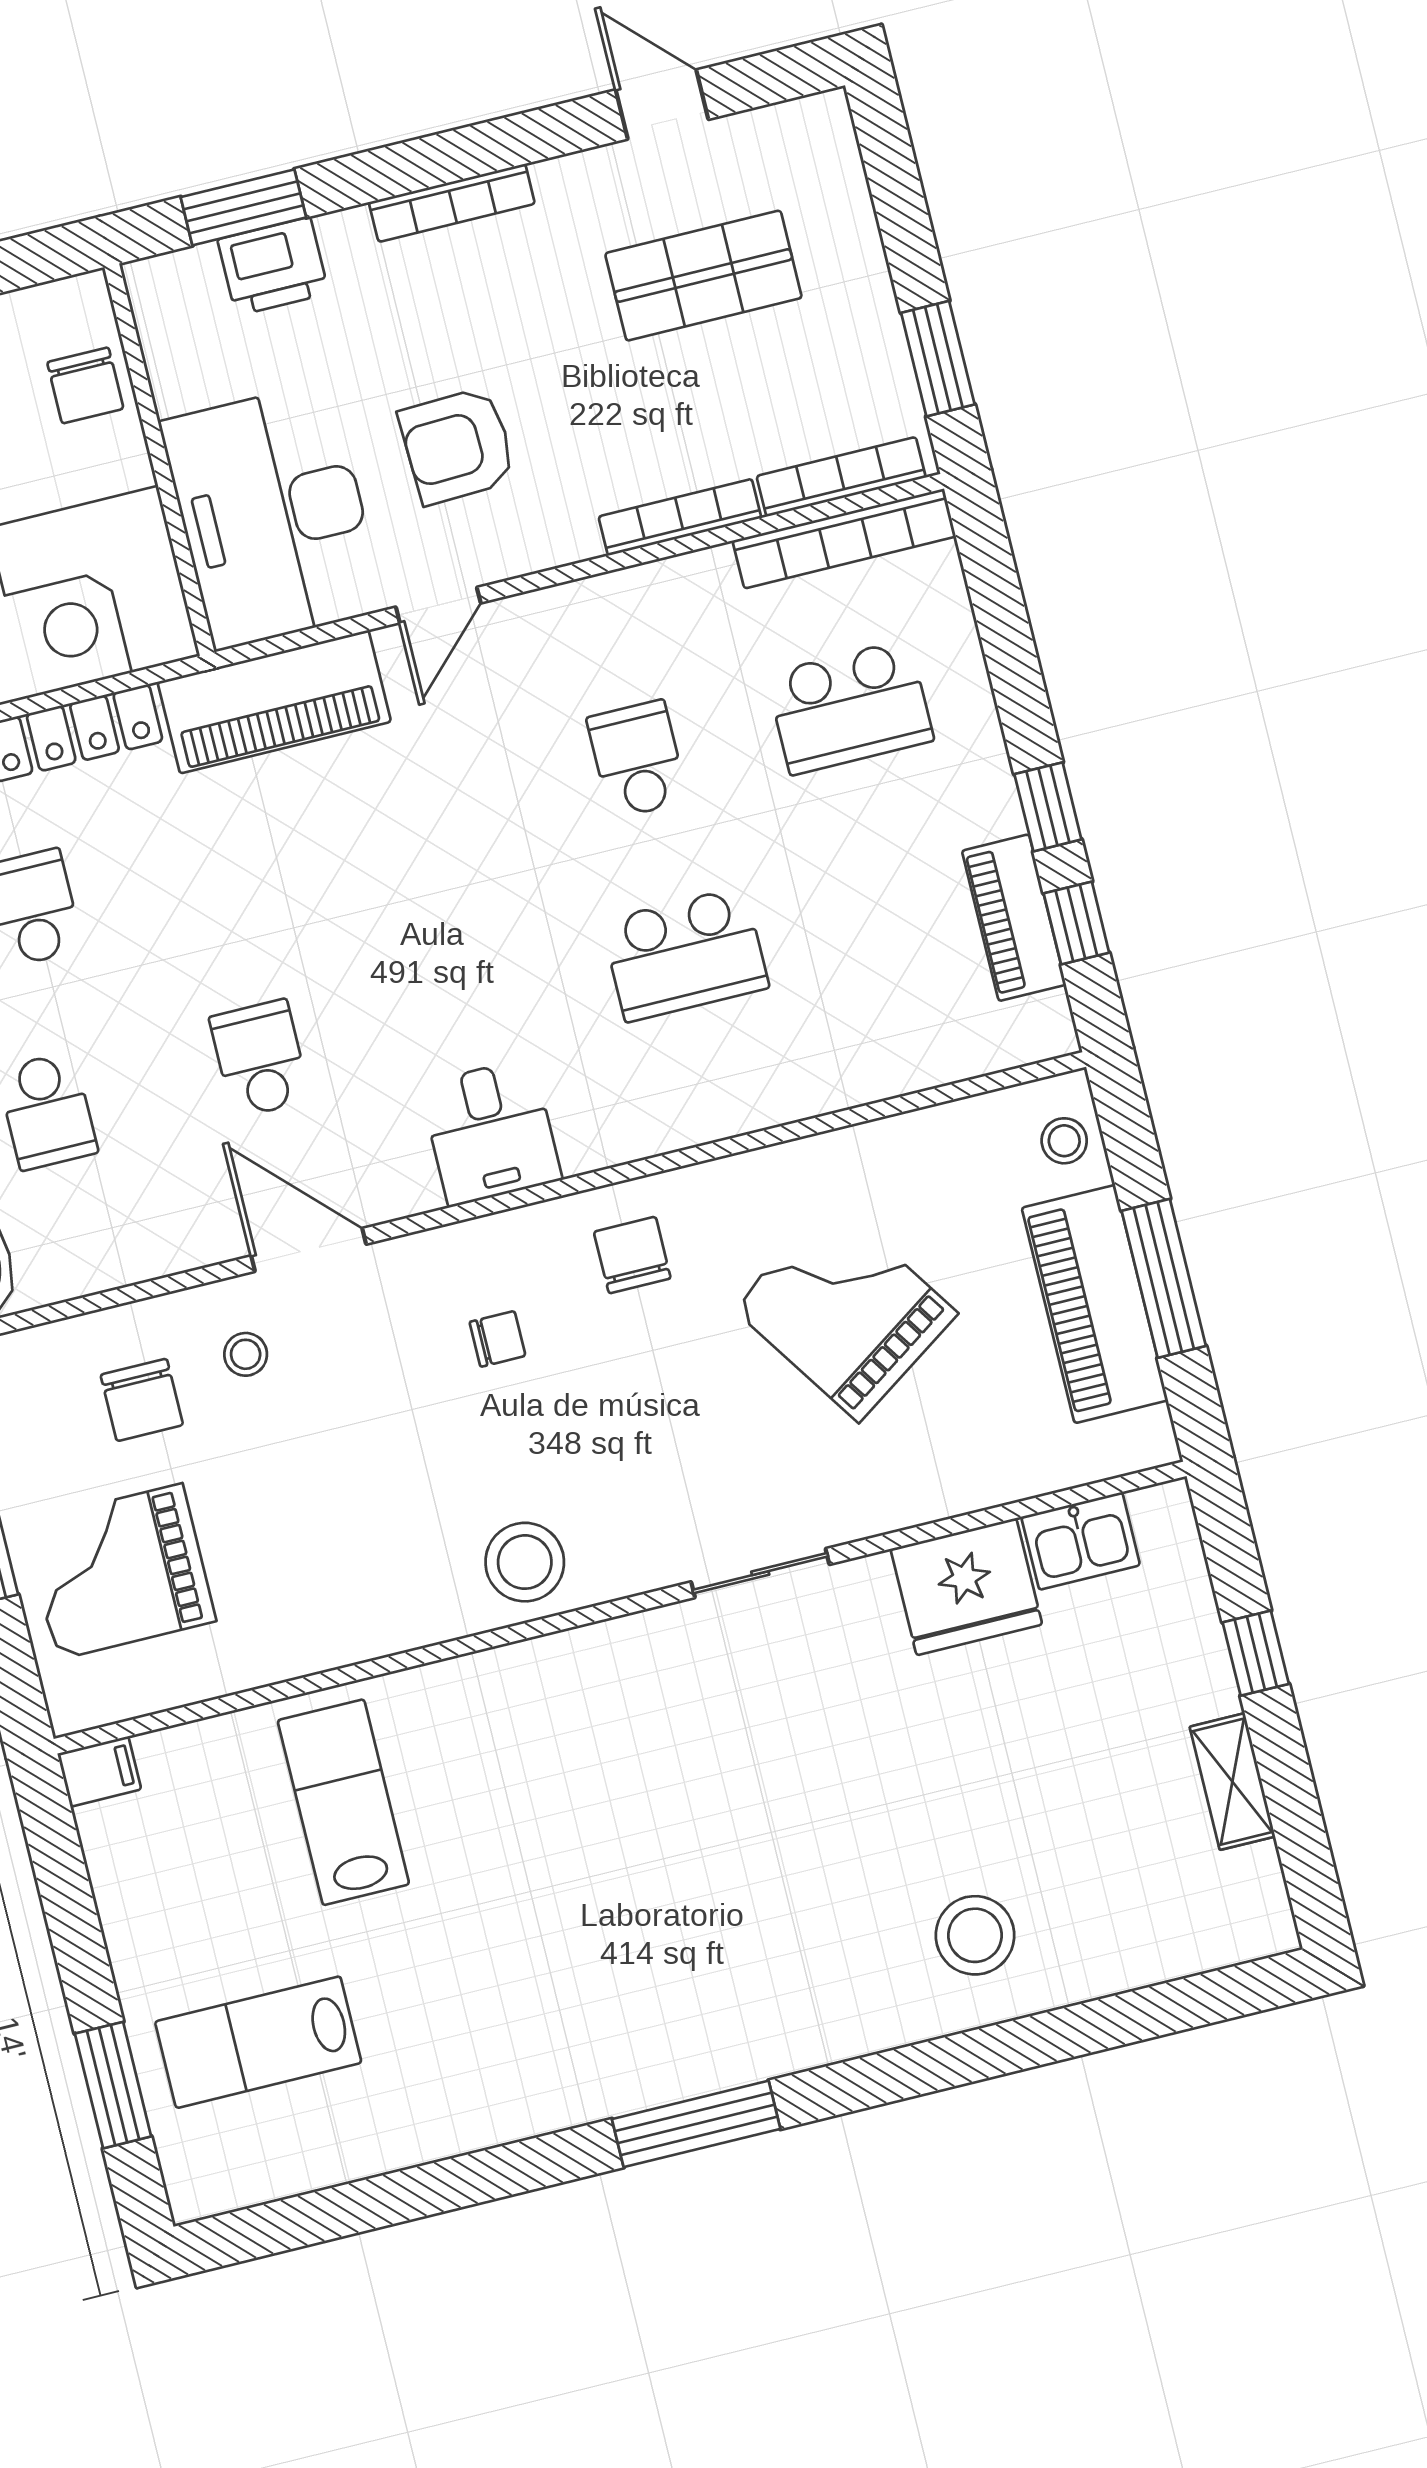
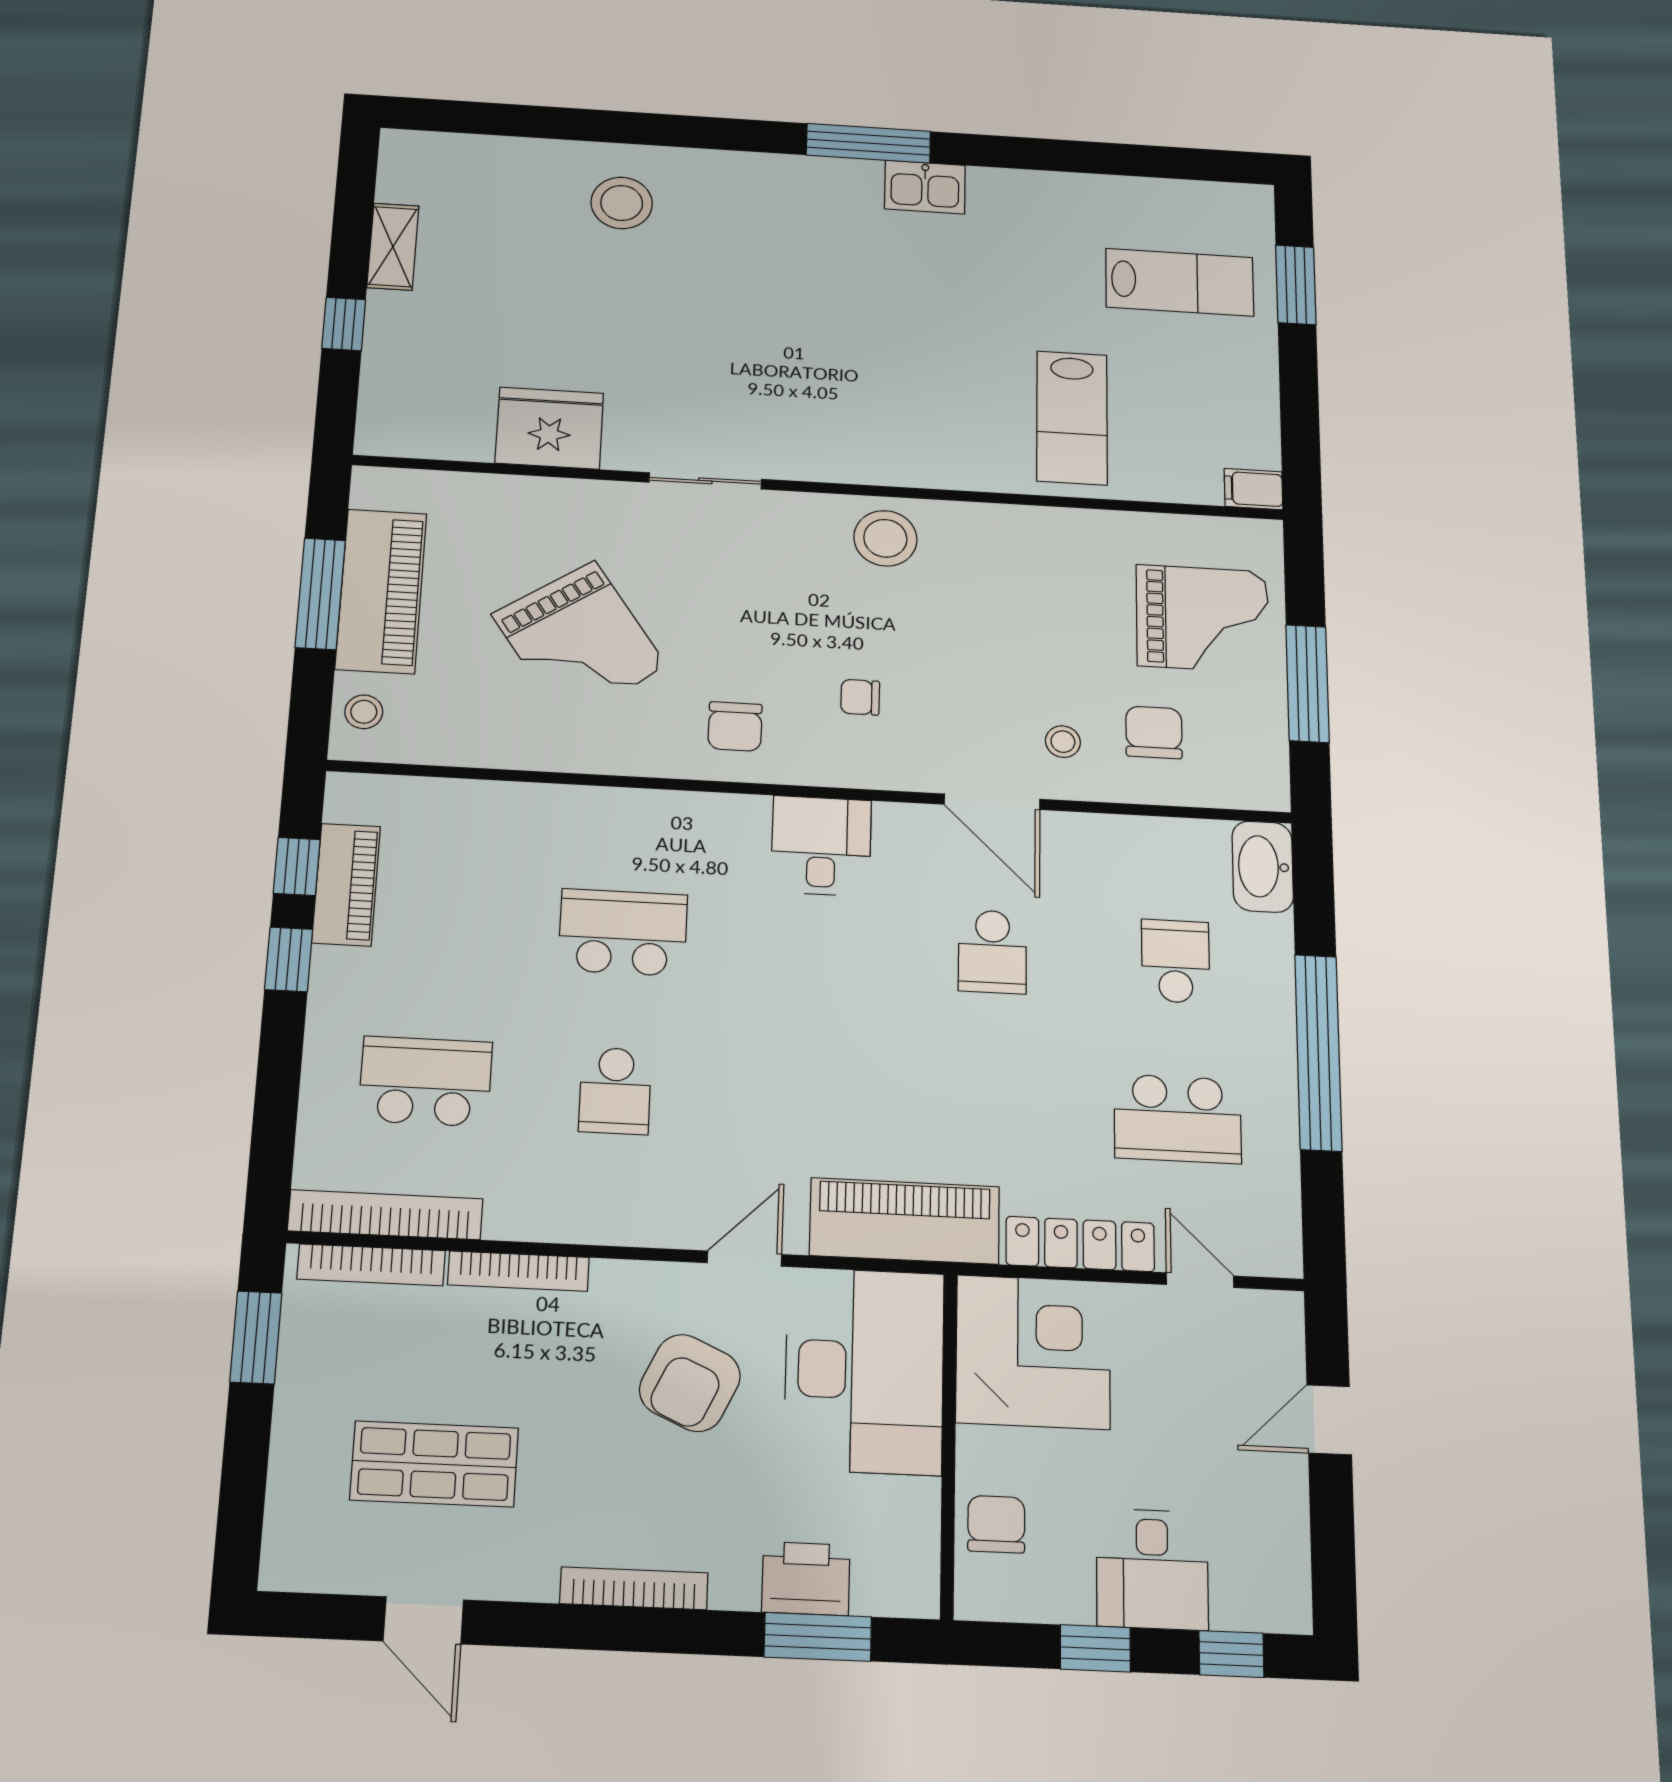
armchair: (457, 446) -> (690, 1383), turned 117
kitchen sink: (1081, 1541) -> (925, 187), moved, turned 180

